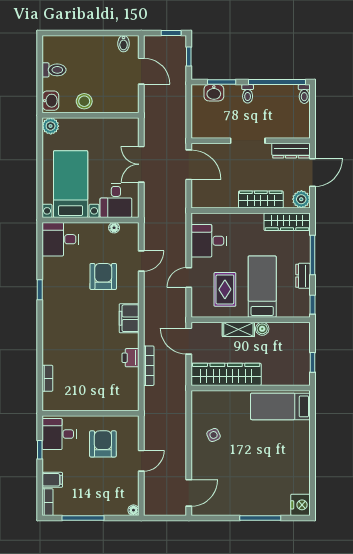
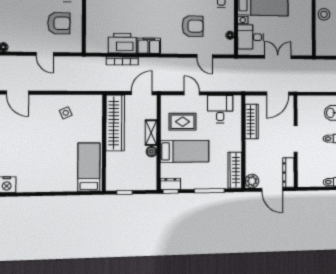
wardrobe: (261, 199) -> (252, 122), moved
dresser: (303, 276) -> (170, 184), moved
filing cabinet: (129, 318) -> (149, 46), moved
printer: (130, 358) -> (122, 43), width x1.87, depth x1.48

